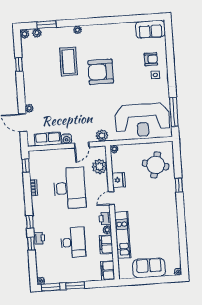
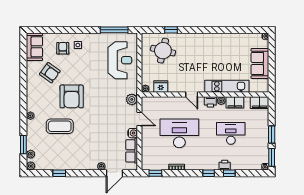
armchair: (124, 47) -> (50, 73), added
reception desk: (142, 120) -> (120, 60), width x0.74, depth x0.77
plant: (100, 167) -> (161, 104), removed
fridge: (119, 180) -> (161, 87), moved
window: (179, 185) -> (171, 30), moved

